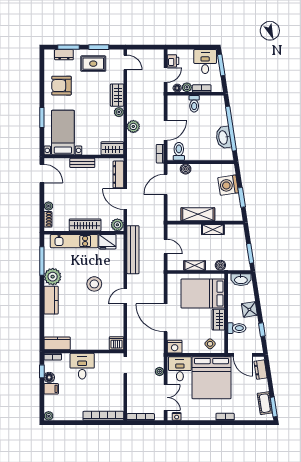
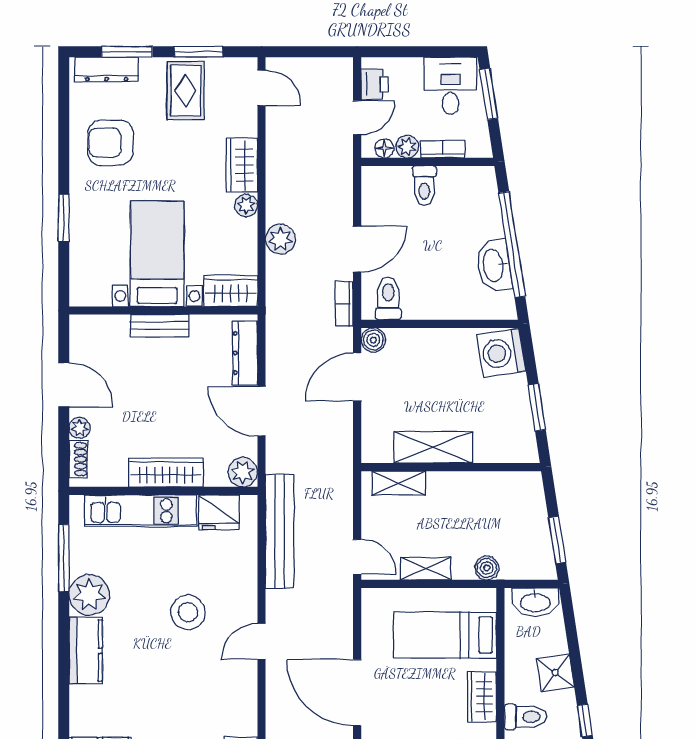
dresser: (64, 55) -> (107, 69), width x1.44
rug: (93, 64) -> (186, 90), turned 90
bed with nightstands: (63, 133) -> (157, 254), moved
boiler: (186, 169) -> (373, 340), moved
door: (42, 174) -> (64, 385), moved
washing machine: (228, 185) -> (501, 353), moved
shelving: (213, 229) -> (399, 483), moved
door: (166, 247) -> (357, 557), moved
bed: (203, 294) -> (445, 635), width x0.67

